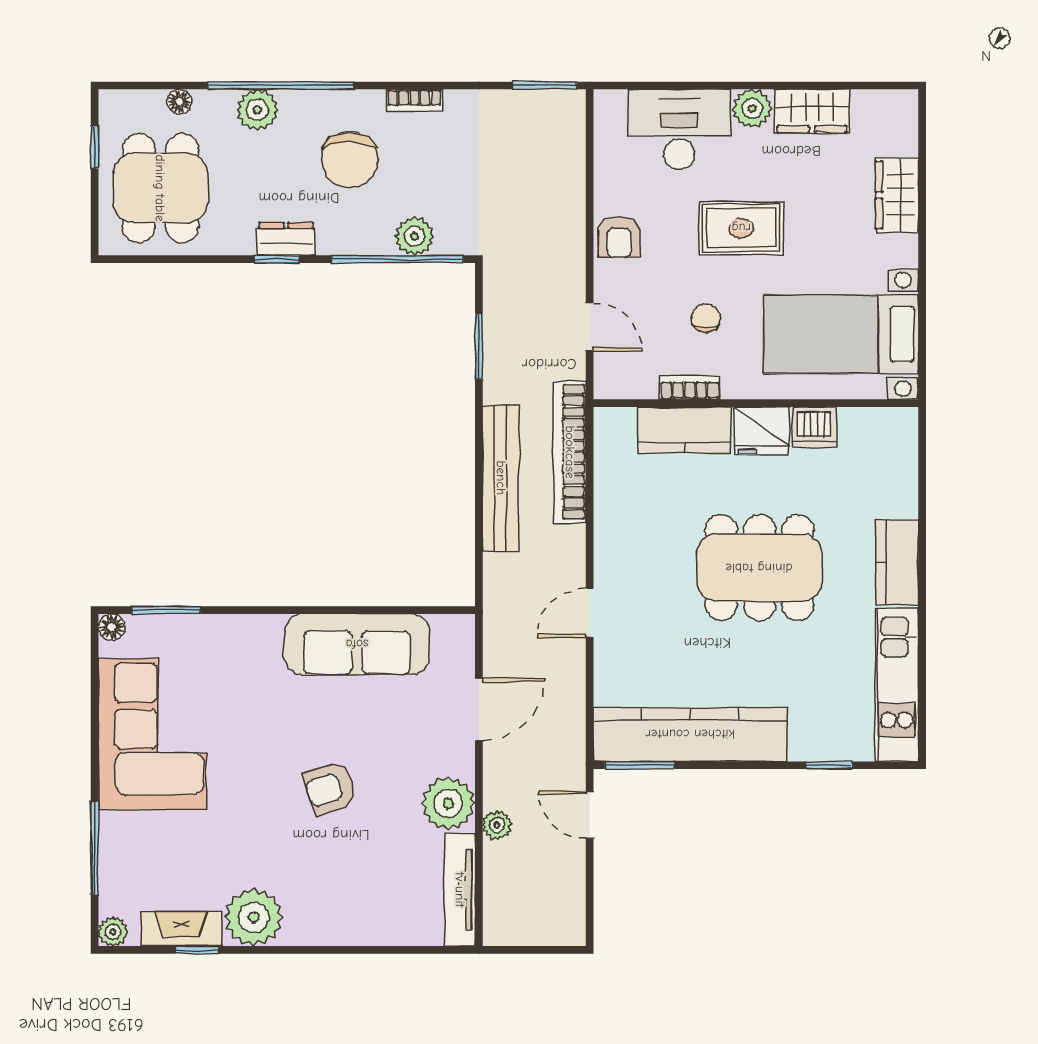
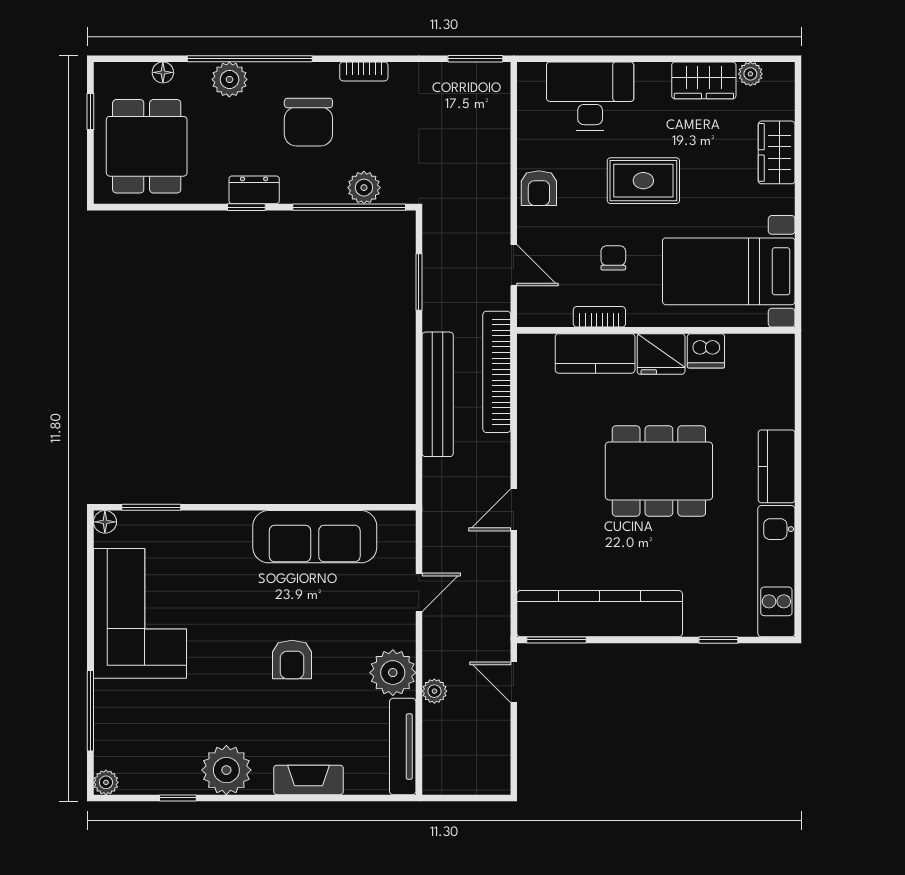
plant: (752, 109) -> (750, 74), moved, width x0.73, depth x0.73
door: (479, 710) -> (419, 592), width x0.73
armchair: (330, 788) -> (292, 660), turned -72
fireplace: (181, 929) -> (308, 780), moved

